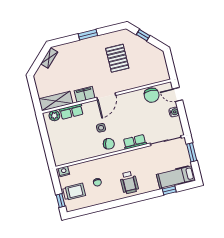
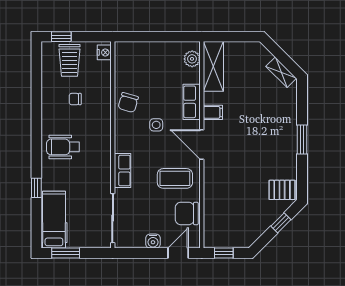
pallet: (117, 58) -> (282, 190), moved, width x0.67, depth x0.71
window: (171, 66) -> (224, 253), added
filing cabinet: (85, 94) -> (213, 112), width x0.50
coffee table: (132, 108) -> (175, 178), added
row of seats: (71, 112) -> (192, 102), moved
chair: (109, 144) -> (128, 103), moved
window: (192, 152) -> (66, 253), moved
window: (169, 190) -> (36, 188), moved

